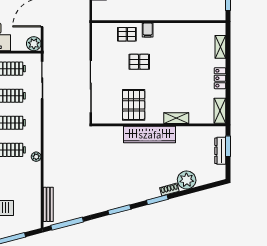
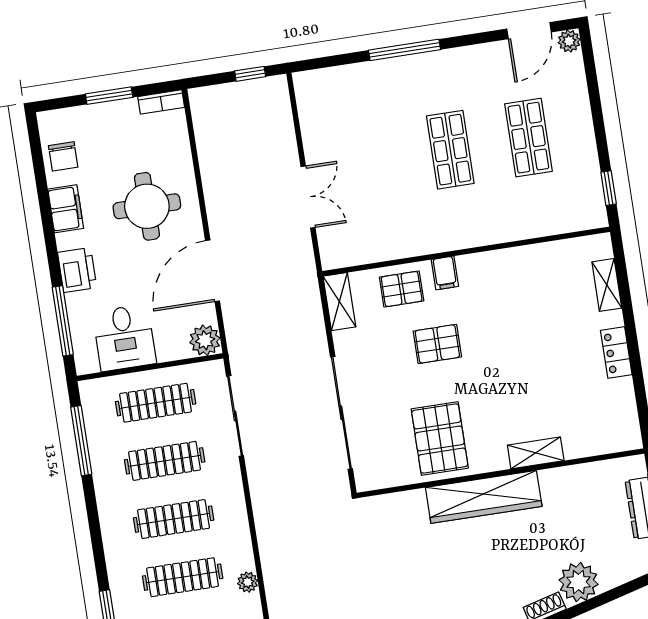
shelving: (220, 111) -> (339, 302), moved

